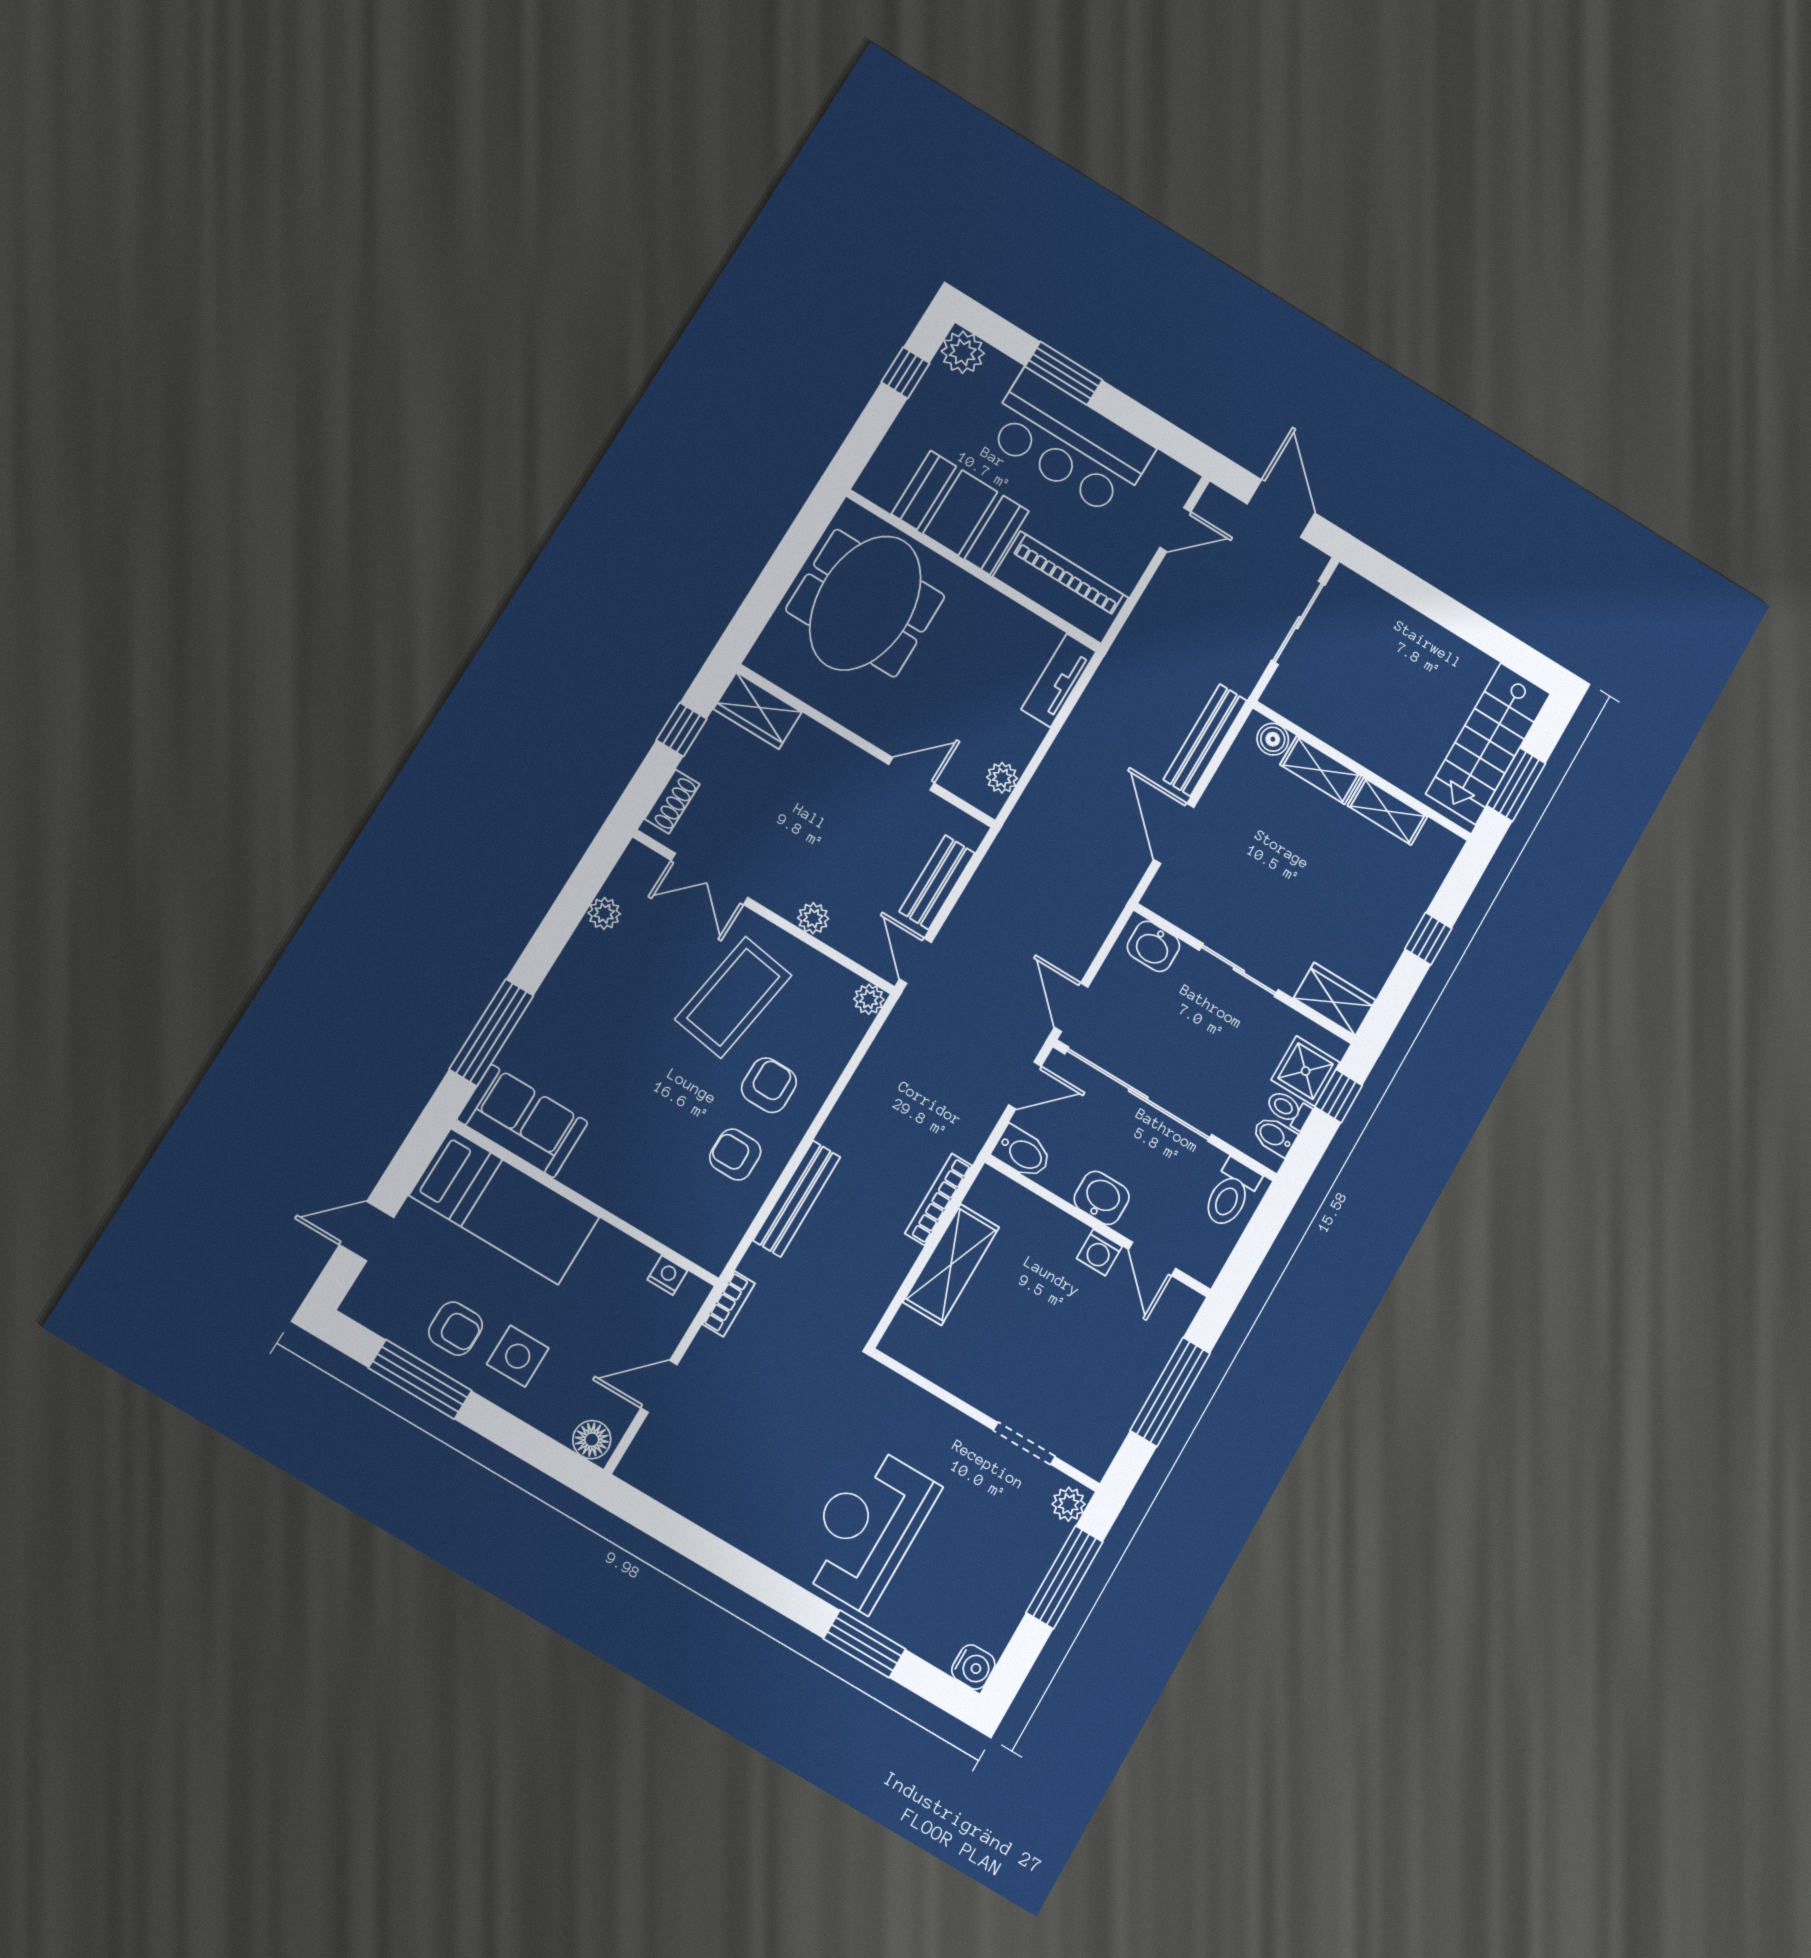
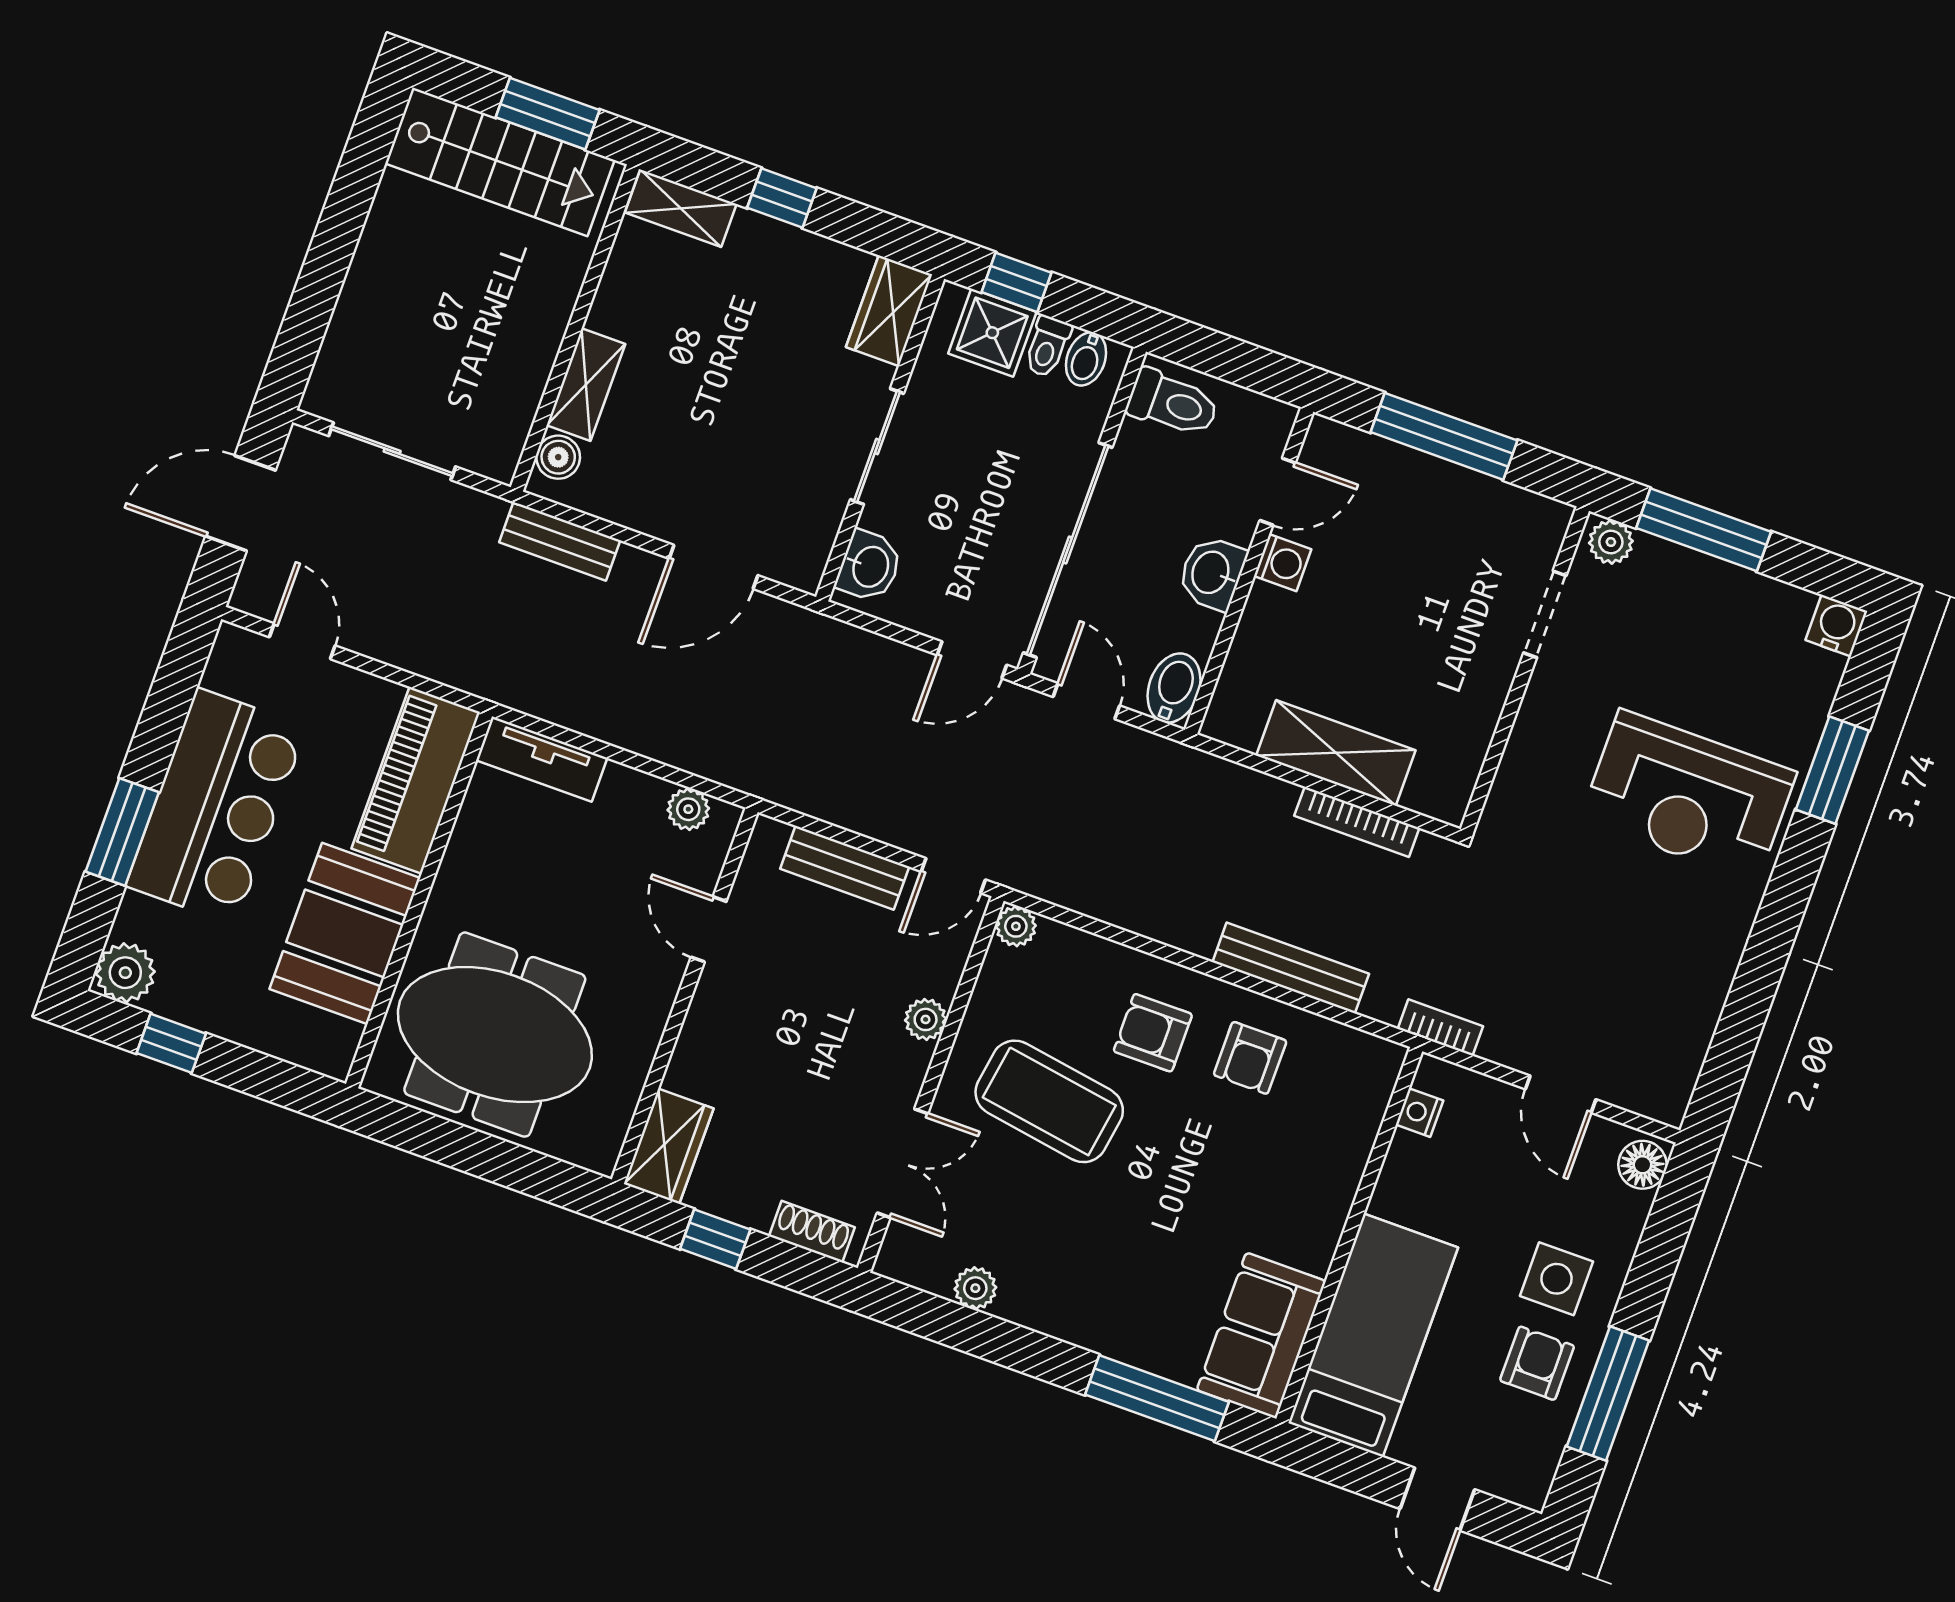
bench: (1205, 740) -> (560, 541), width x0.73
shelving: (1387, 811) -> (681, 208), moved, turned 90
bookcase: (938, 1199) -> (1357, 822), moved

